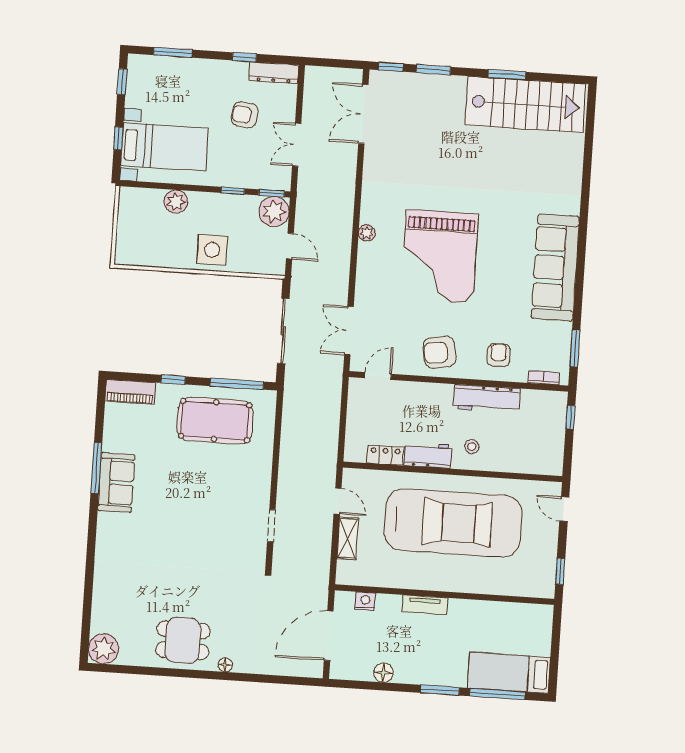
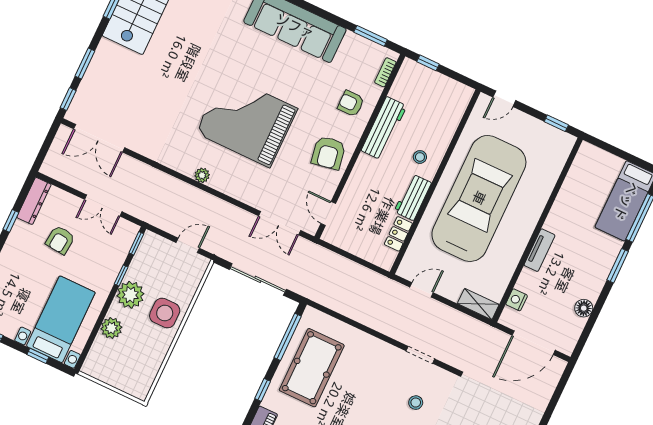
plant: (274, 212) -> (130, 295), moved
grand piano: (440, 256) -> (247, 121), turned 180
shelving: (348, 538) -> (478, 304), moved
stool: (221, 540) -> (416, 403), added
door: (329, 636) -> (534, 343), hinge flipped

